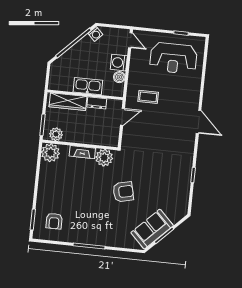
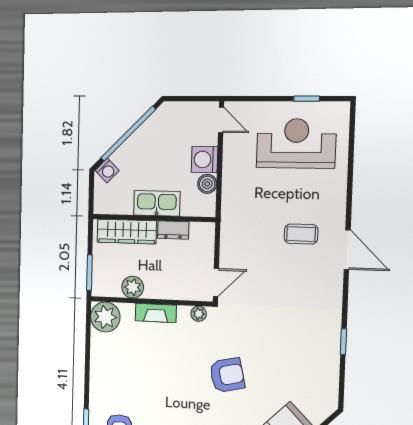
washing machine: (95, 34) -> (107, 171), moved
reception desk: (173, 58) -> (296, 143), turned 180
coffee table: (148, 97) -> (301, 234), moved
door: (122, 117) -> (216, 282), moved
plant: (56, 134) -> (133, 287), moved
plant: (104, 158) -> (199, 314), width x0.53, depth x0.53

